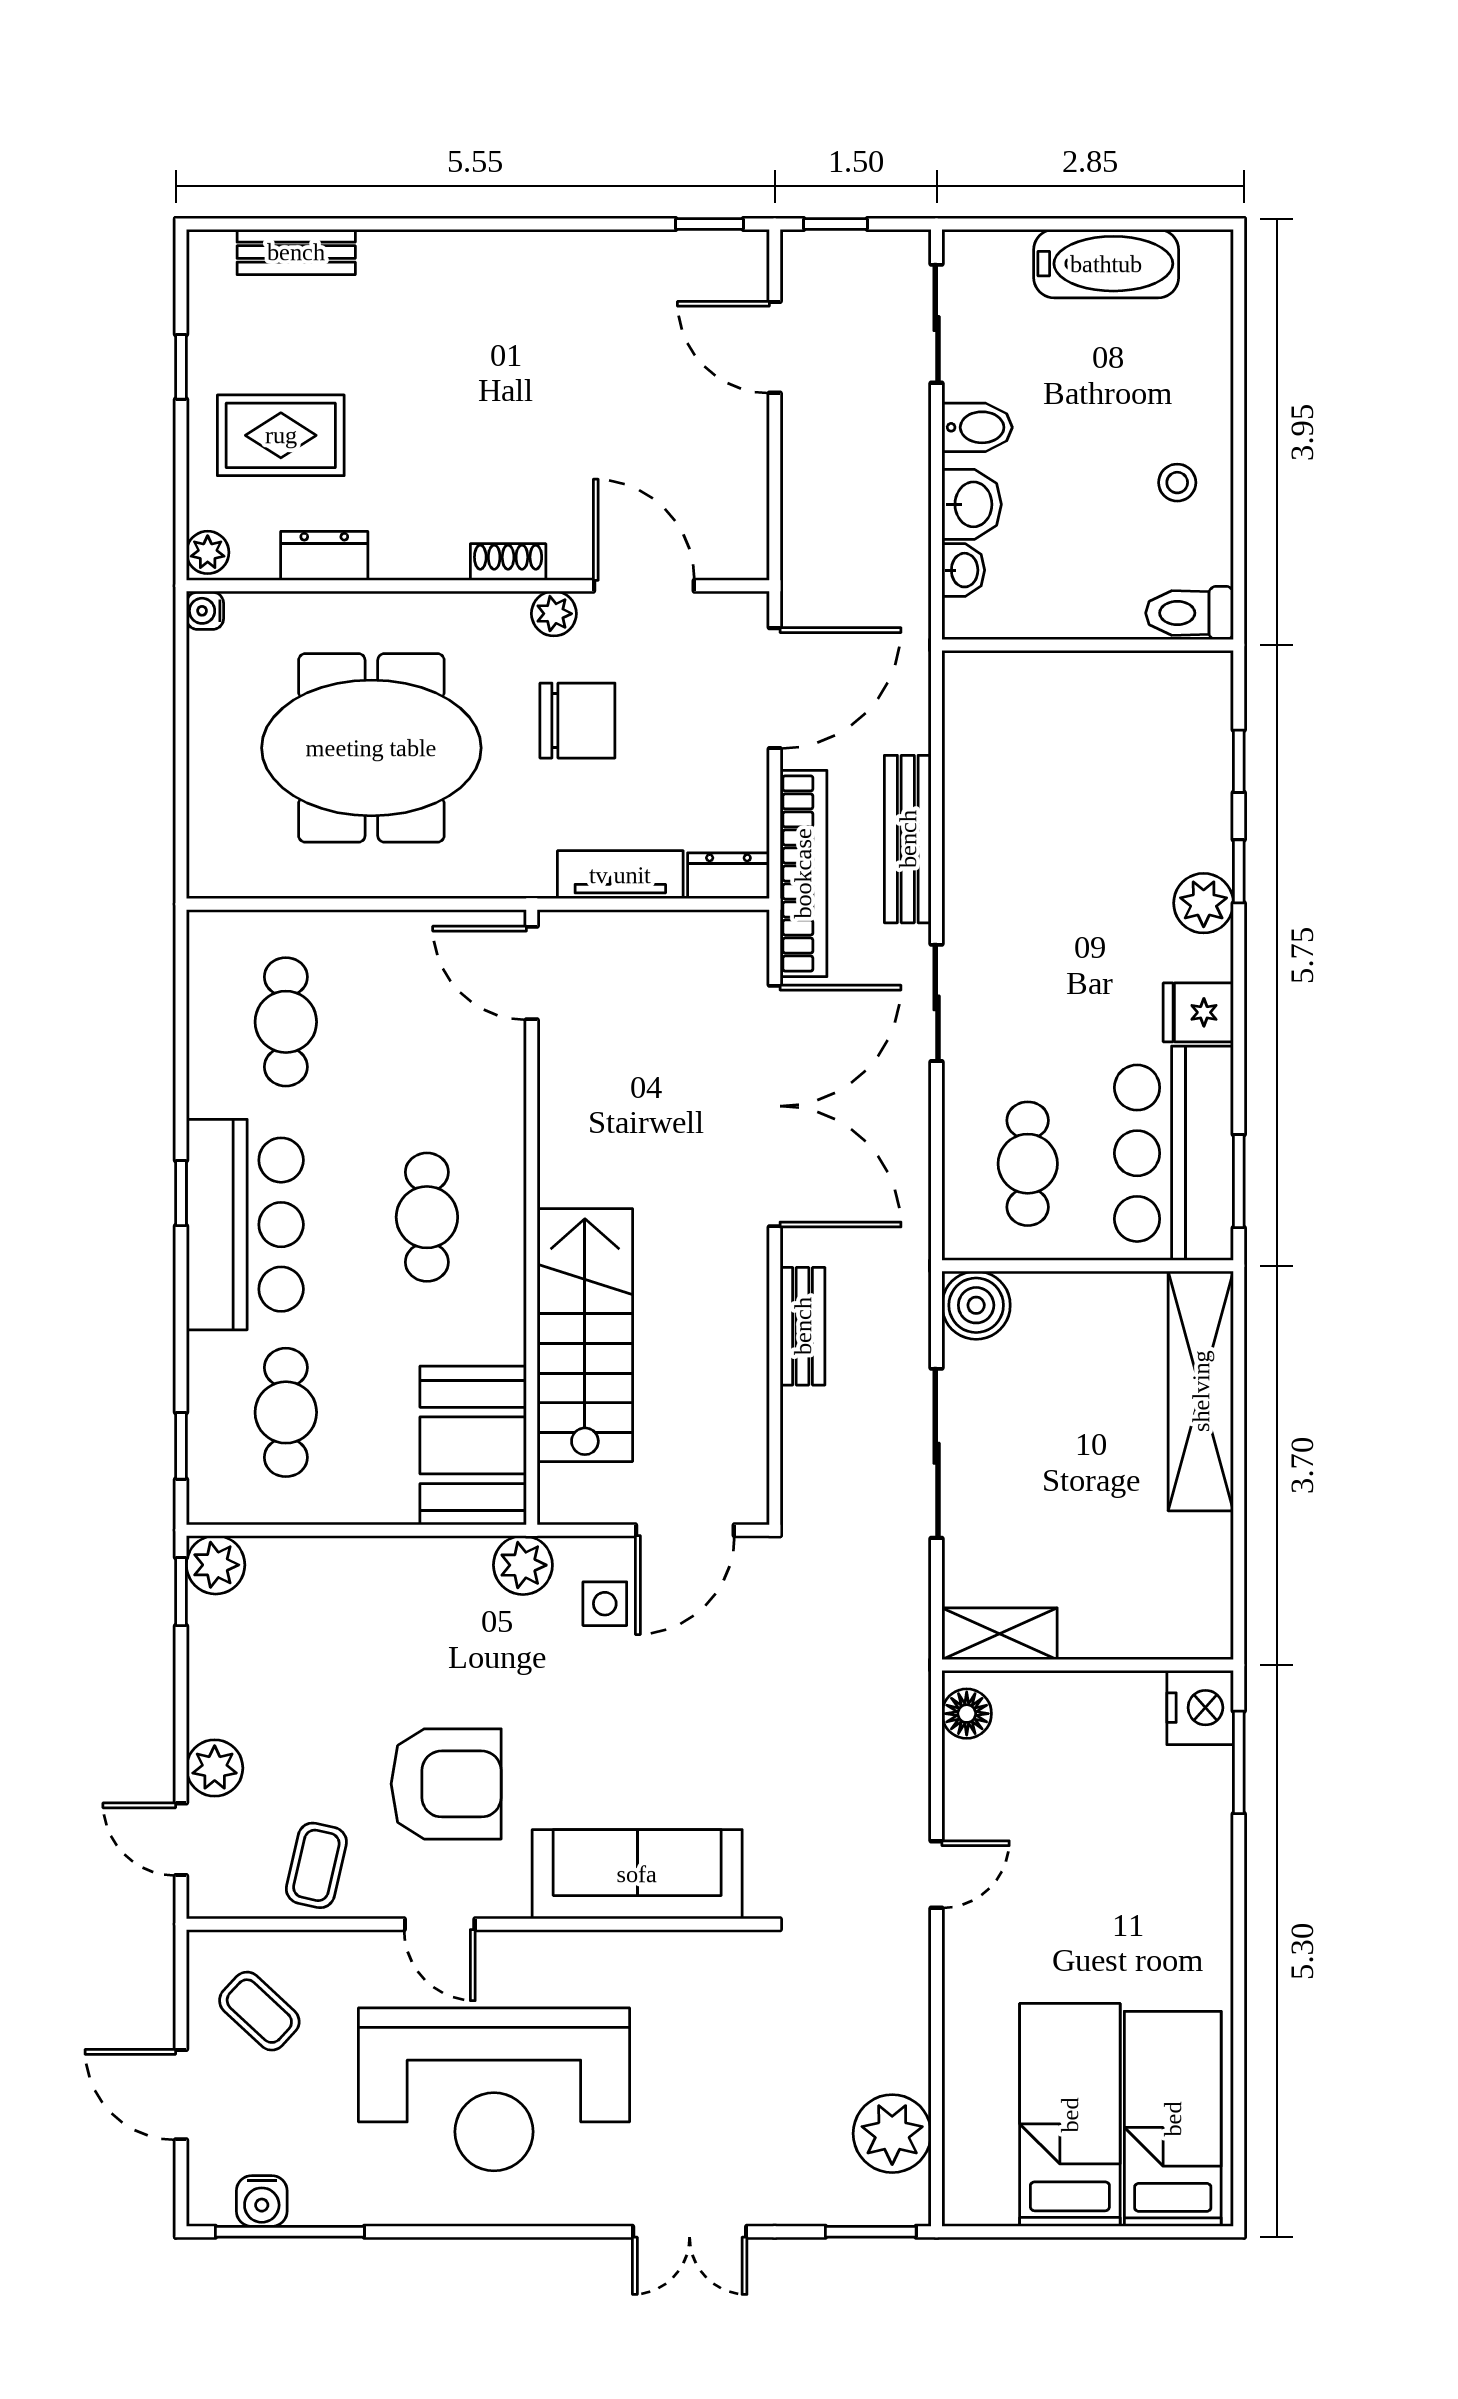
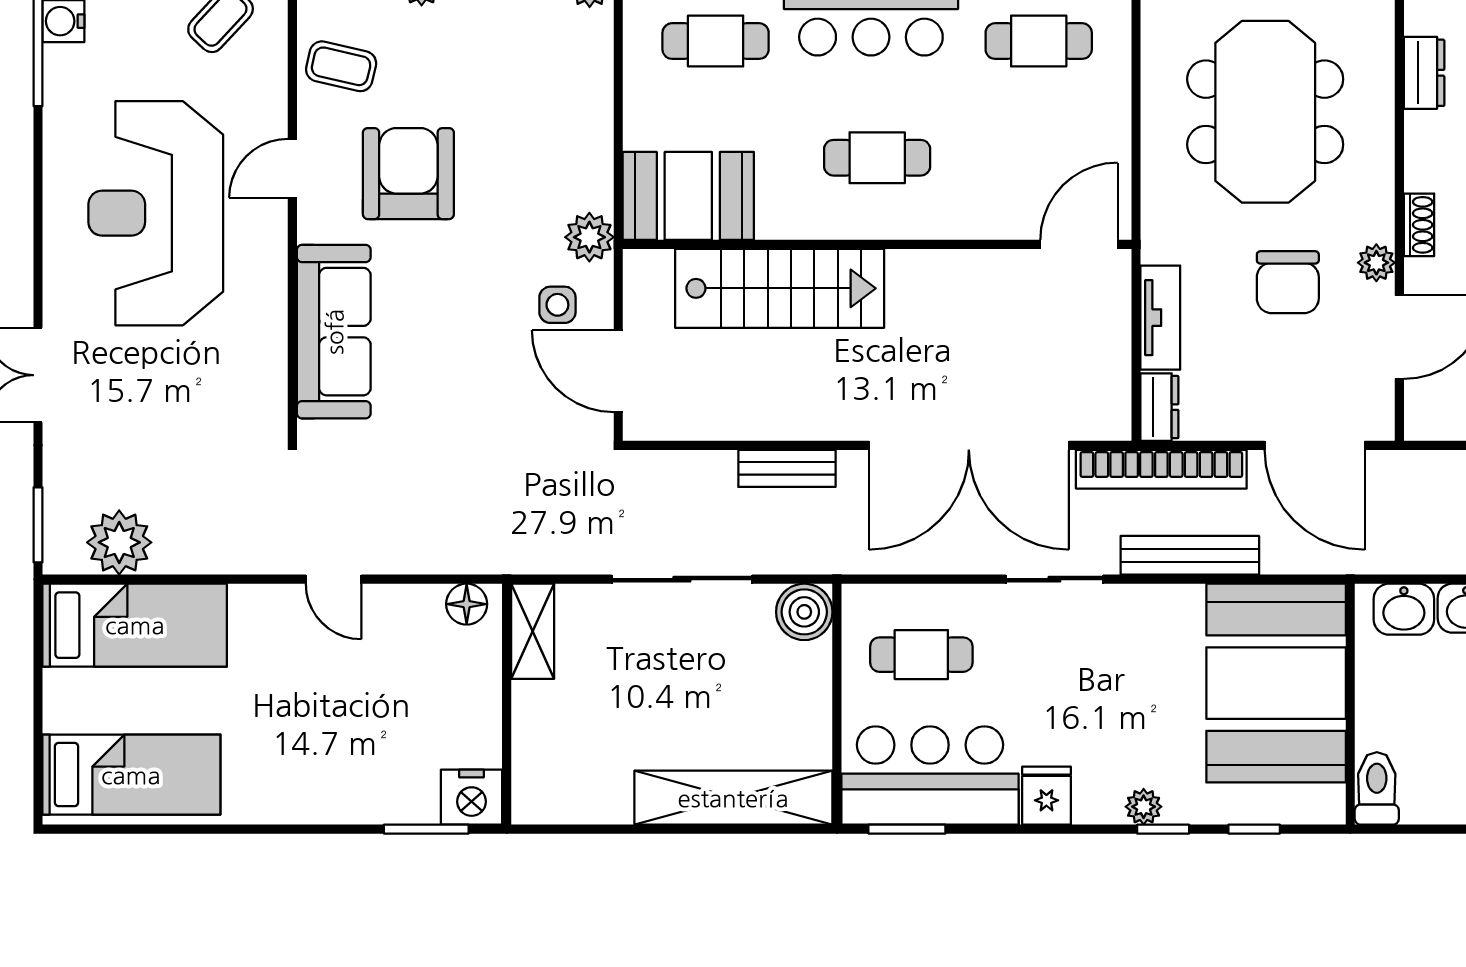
washbasin: (963, 570) -> (1404, 609), width x1.38, depth x1.45
booth: (1062, 735) -> (1276, 683), added
plant: (1204, 903) -> (1144, 807), width x0.73, depth x0.73
armchair: (446, 1784) -> (408, 174), turned 180
bed: (1070, 2115) -> (135, 625), moved

